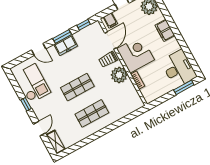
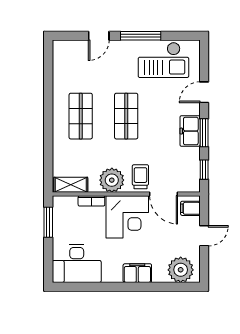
window: (184, 87) -> (48, 222), moved
window: (26, 104) -> (141, 36), width x2.17
door: (39, 129) -> (99, 36), hinge flipped
shelving: (56, 142) -> (71, 185), moved

